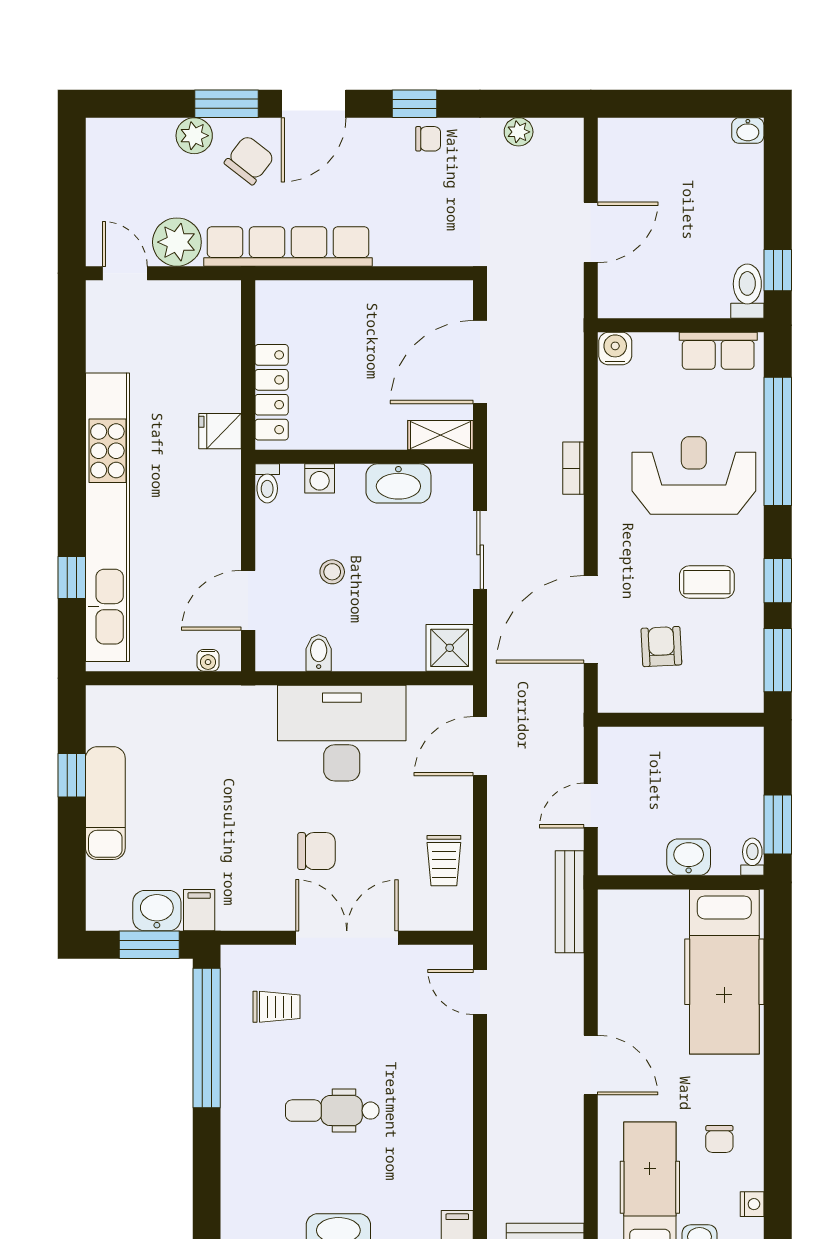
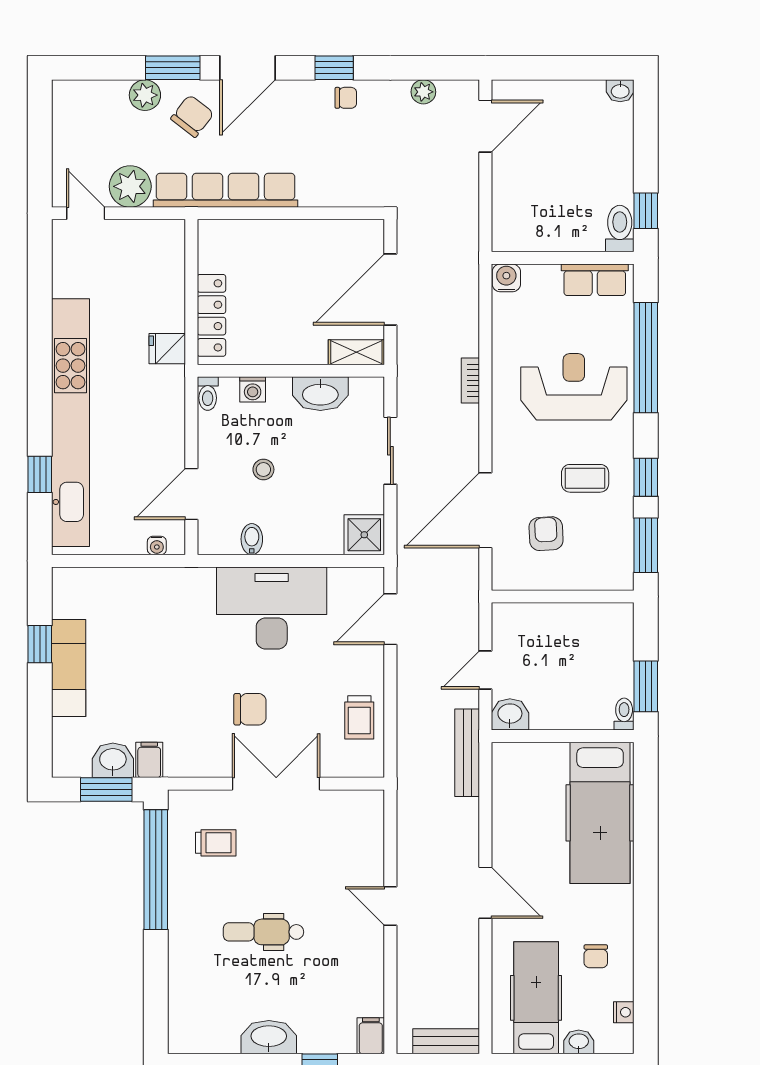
door: (591, 232) -> (485, 126), moved
washbasin: (689, 857) -> (510, 714), moved
door: (480, 992) -> (390, 906), moved

